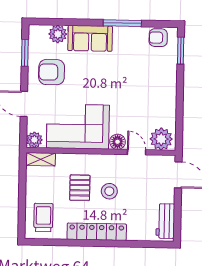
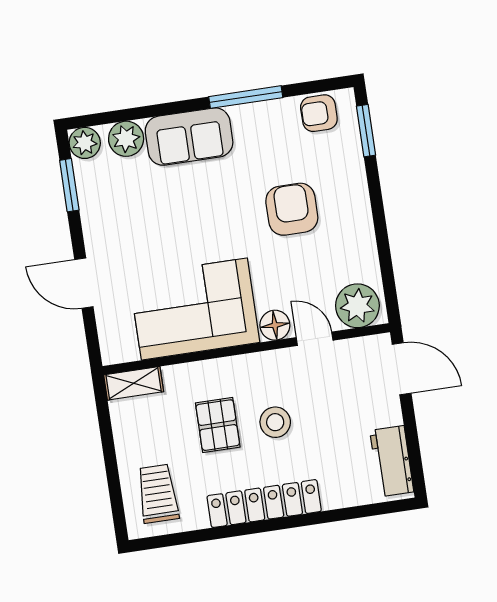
armchair: (52, 72) -> (292, 209), moved, turned 90
plant: (34, 140) -> (85, 143), moved

